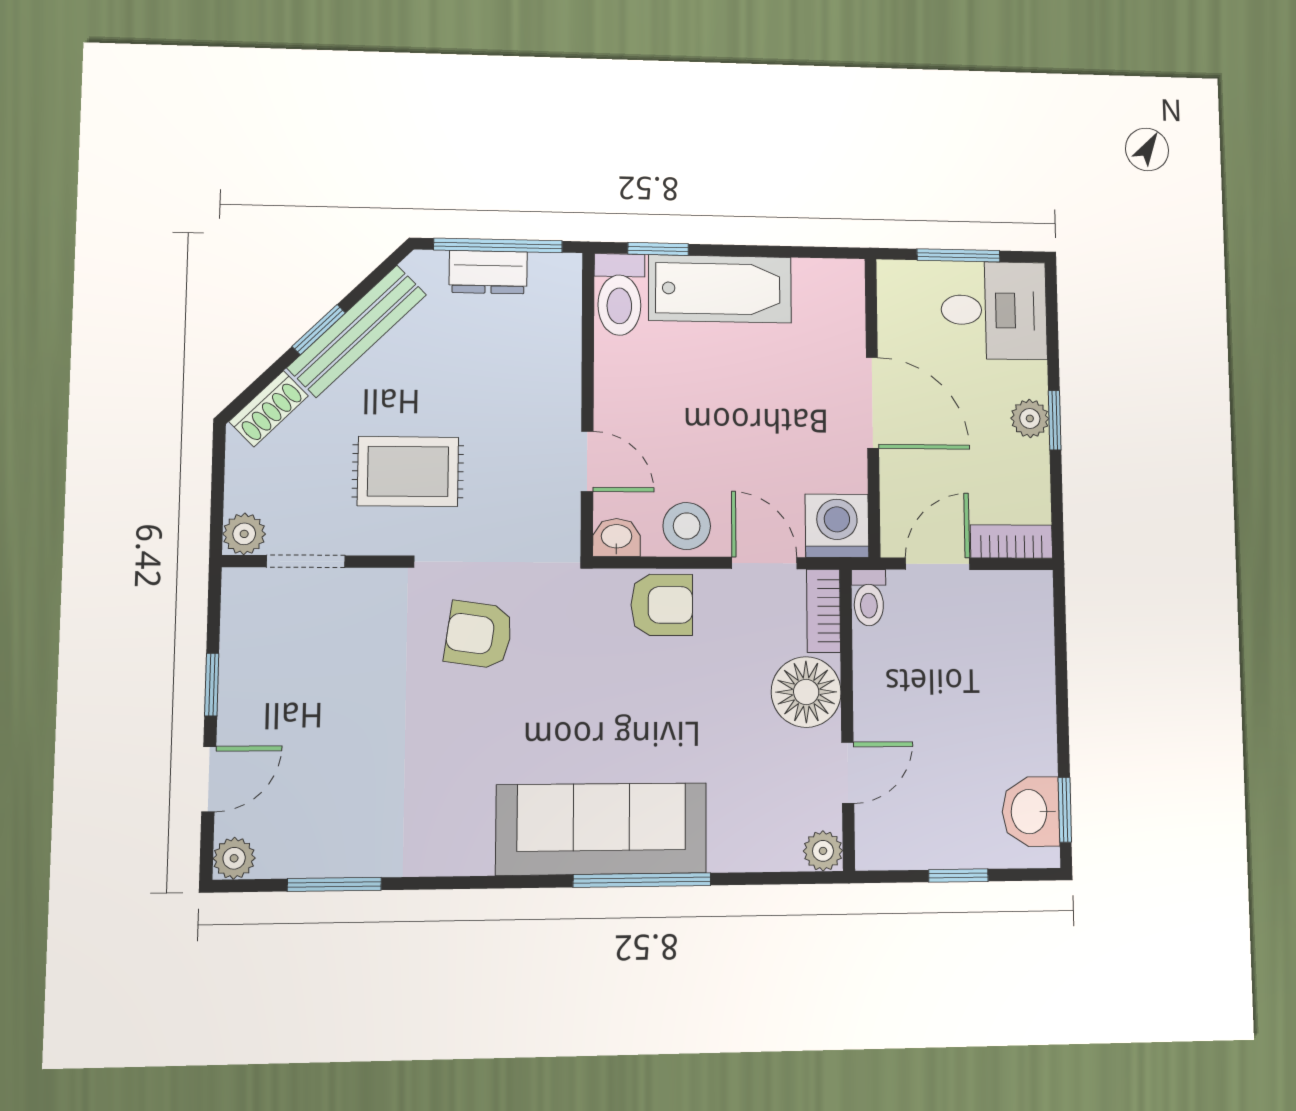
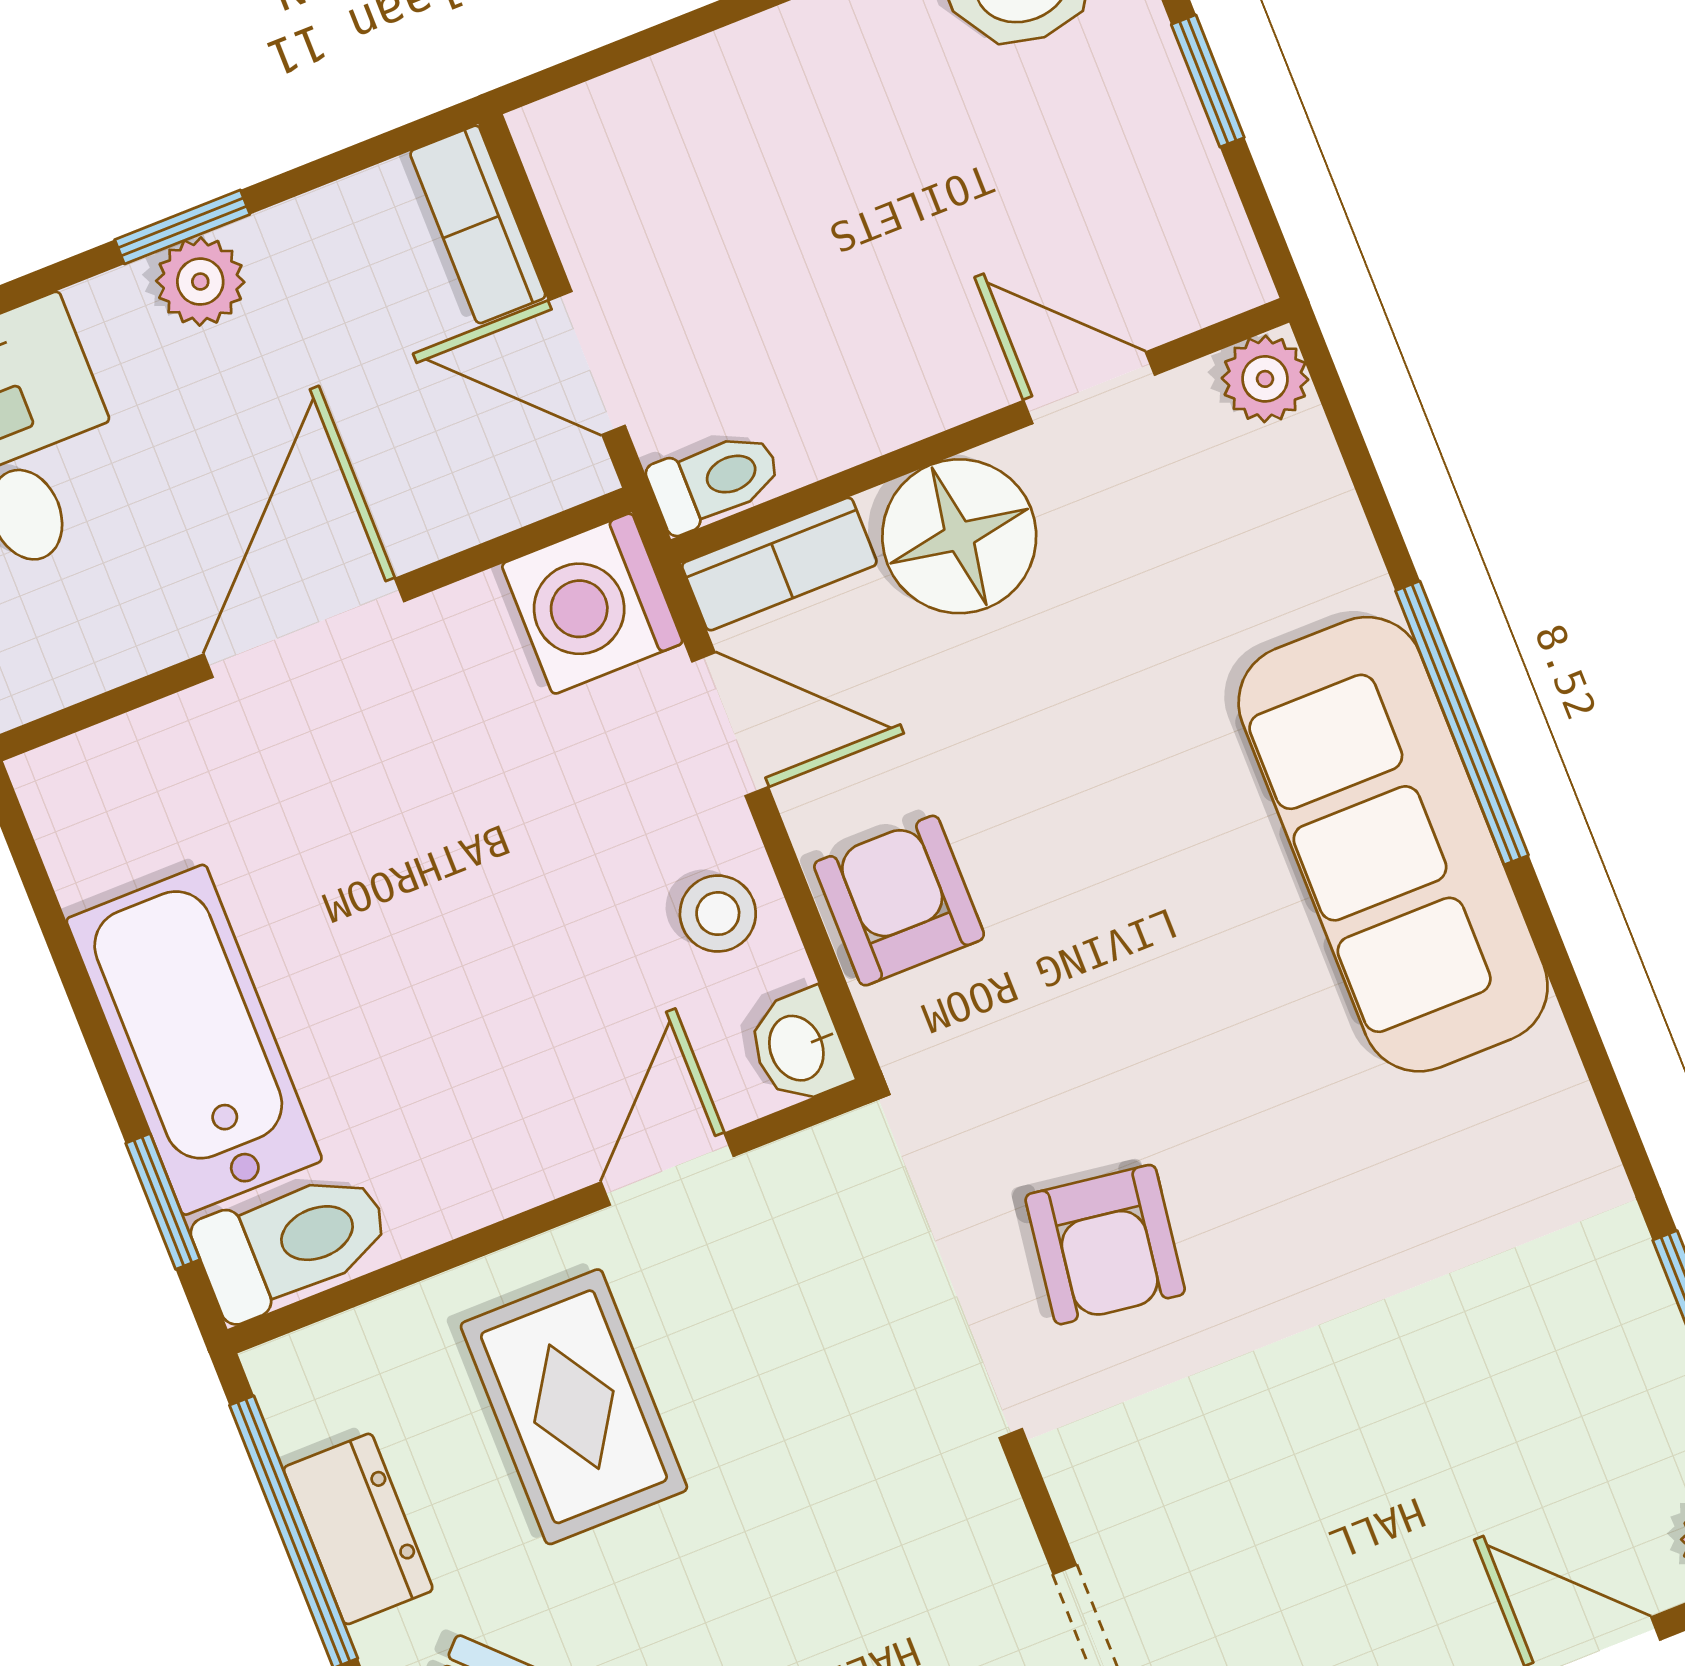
rug: (408, 471) -> (574, 1407), moved
stool: (687, 526) -> (718, 914), width x0.73, depth x0.73
door: (764, 563) -> (730, 724), swing flipped

